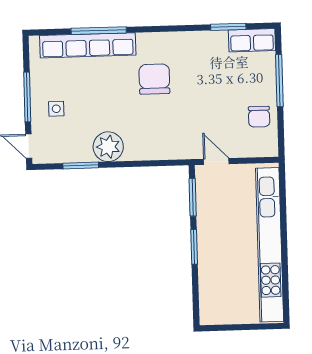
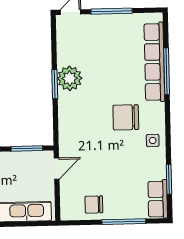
chair: (154, 79) -> (126, 117), turned 180
side table: (56, 109) -> (153, 140), moved
window: (81, 166) -> (55, 84), moved

